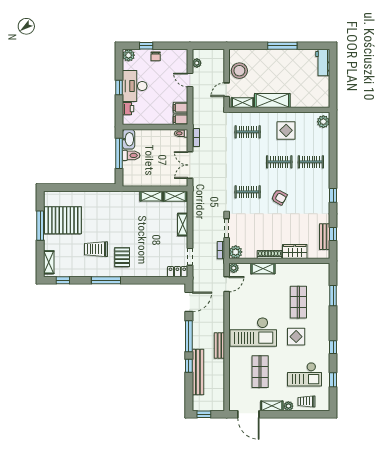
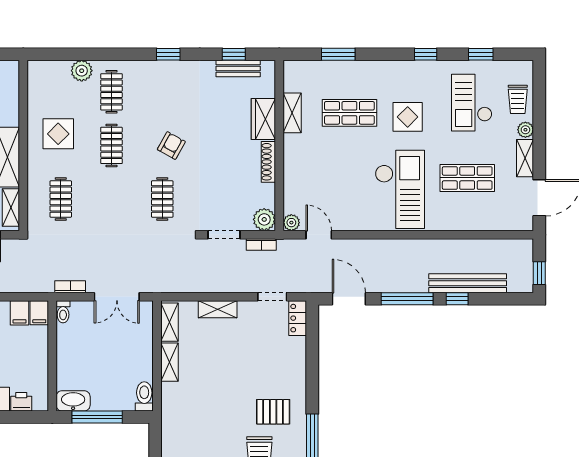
plant: (323, 122) -> (82, 71), moved
toilet: (131, 155) -> (144, 396), moved
shelving: (263, 268) -> (292, 113), moved
bench: (219, 345) -> (423, 247), removed
checkout: (304, 374) -> (472, 103), turned 180

